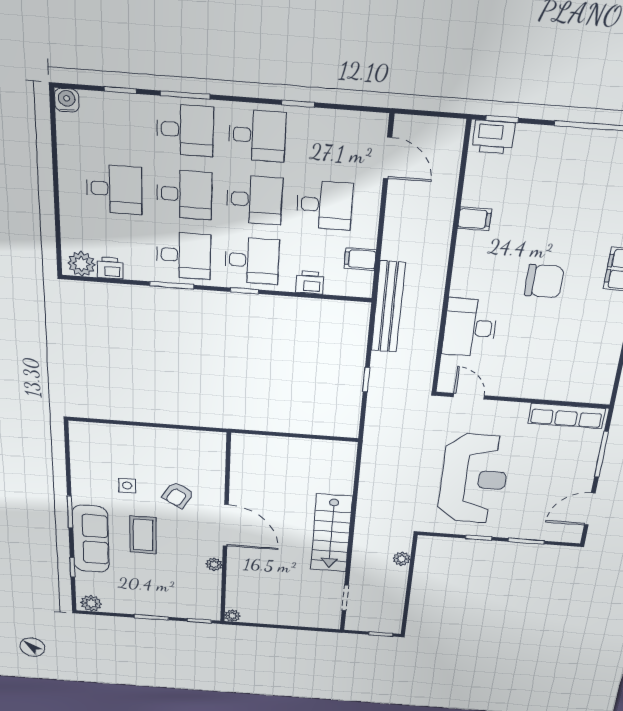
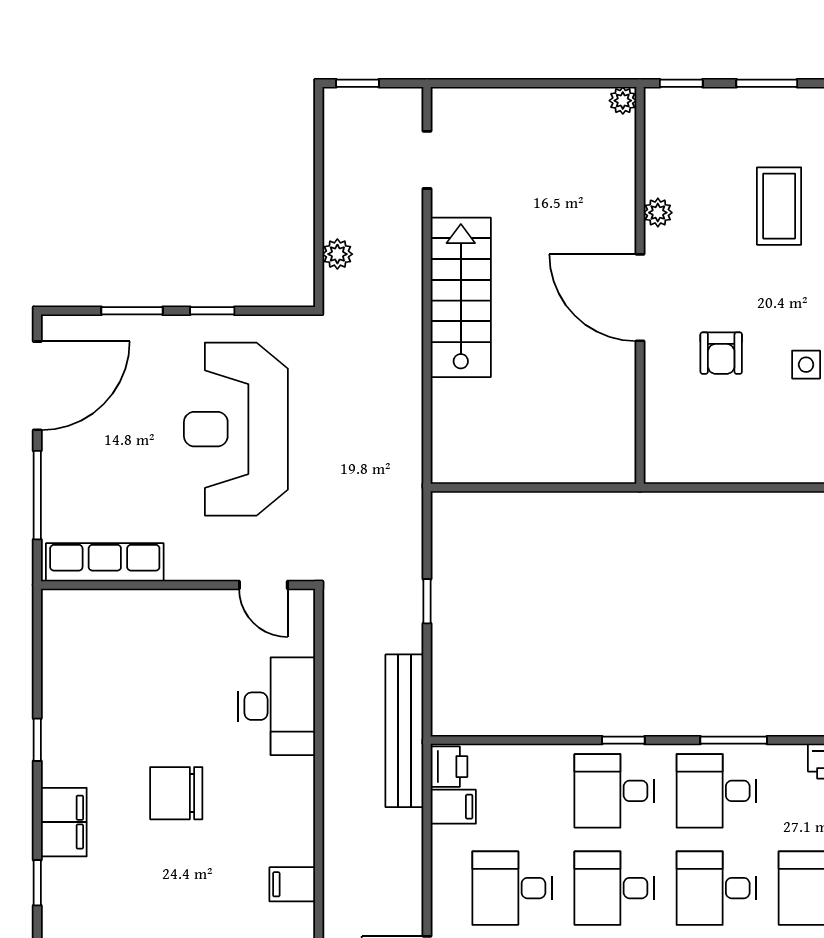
printer: (310, 282) -> (449, 767), moved, turned -90
armchair: (178, 495) -> (721, 353), turned 150
door: (590, 509) -> (37, 386), width x1.36
coffee table: (143, 535) -> (779, 206), moved

